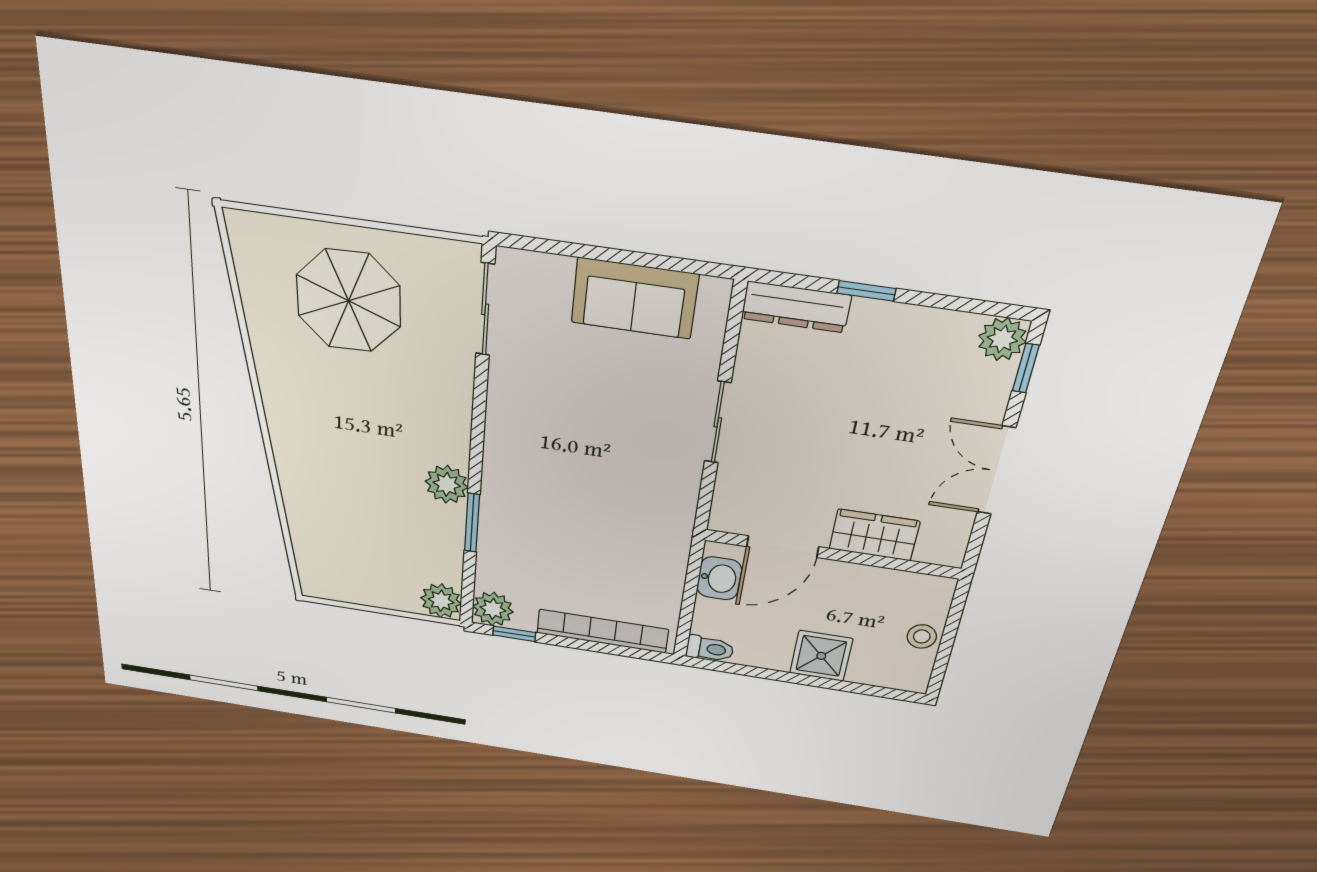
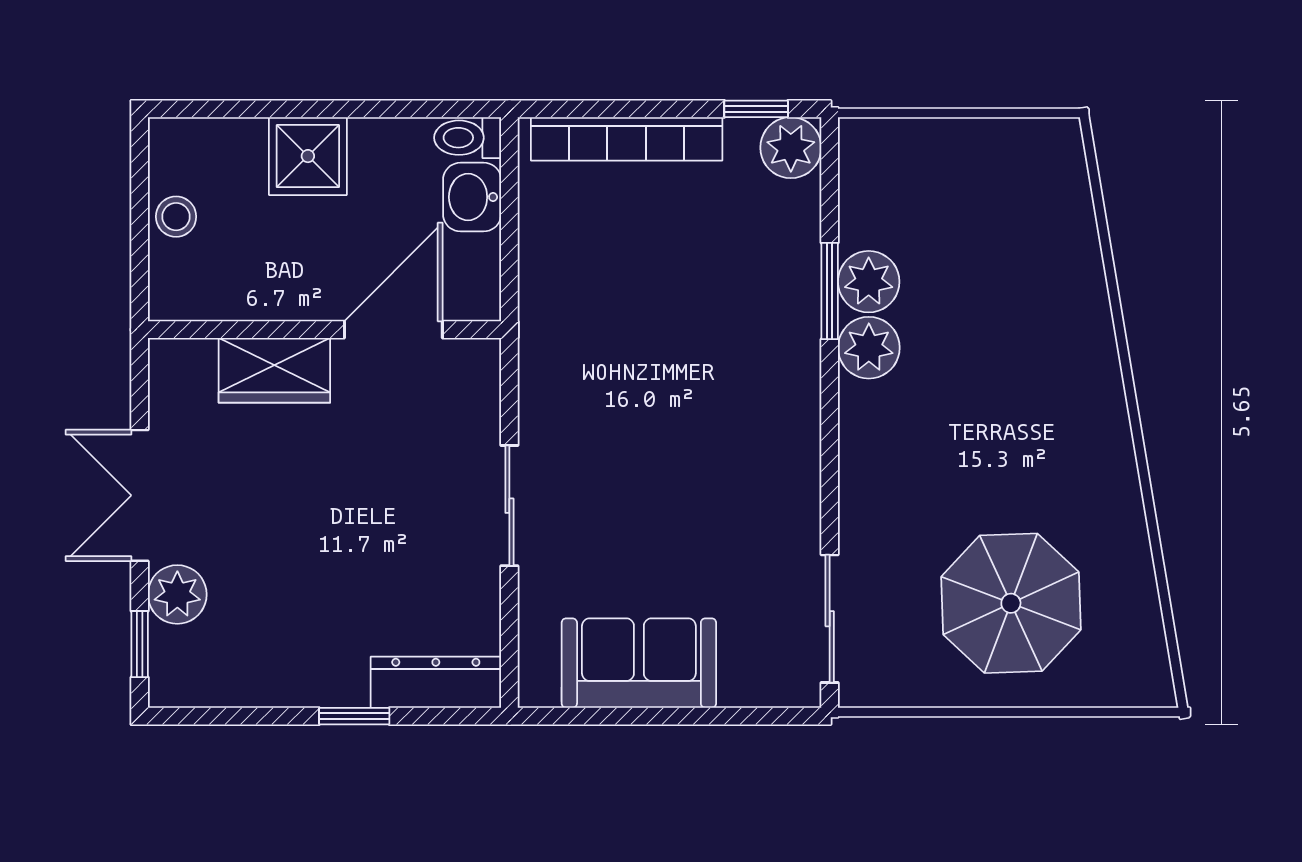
plant: (1002, 339) -> (177, 594), moved
double door: (996, 470) -> (140, 495), swing flipped
washbasin: (719, 578) -> (472, 197), moved
plant: (441, 601) -> (869, 282), moved

